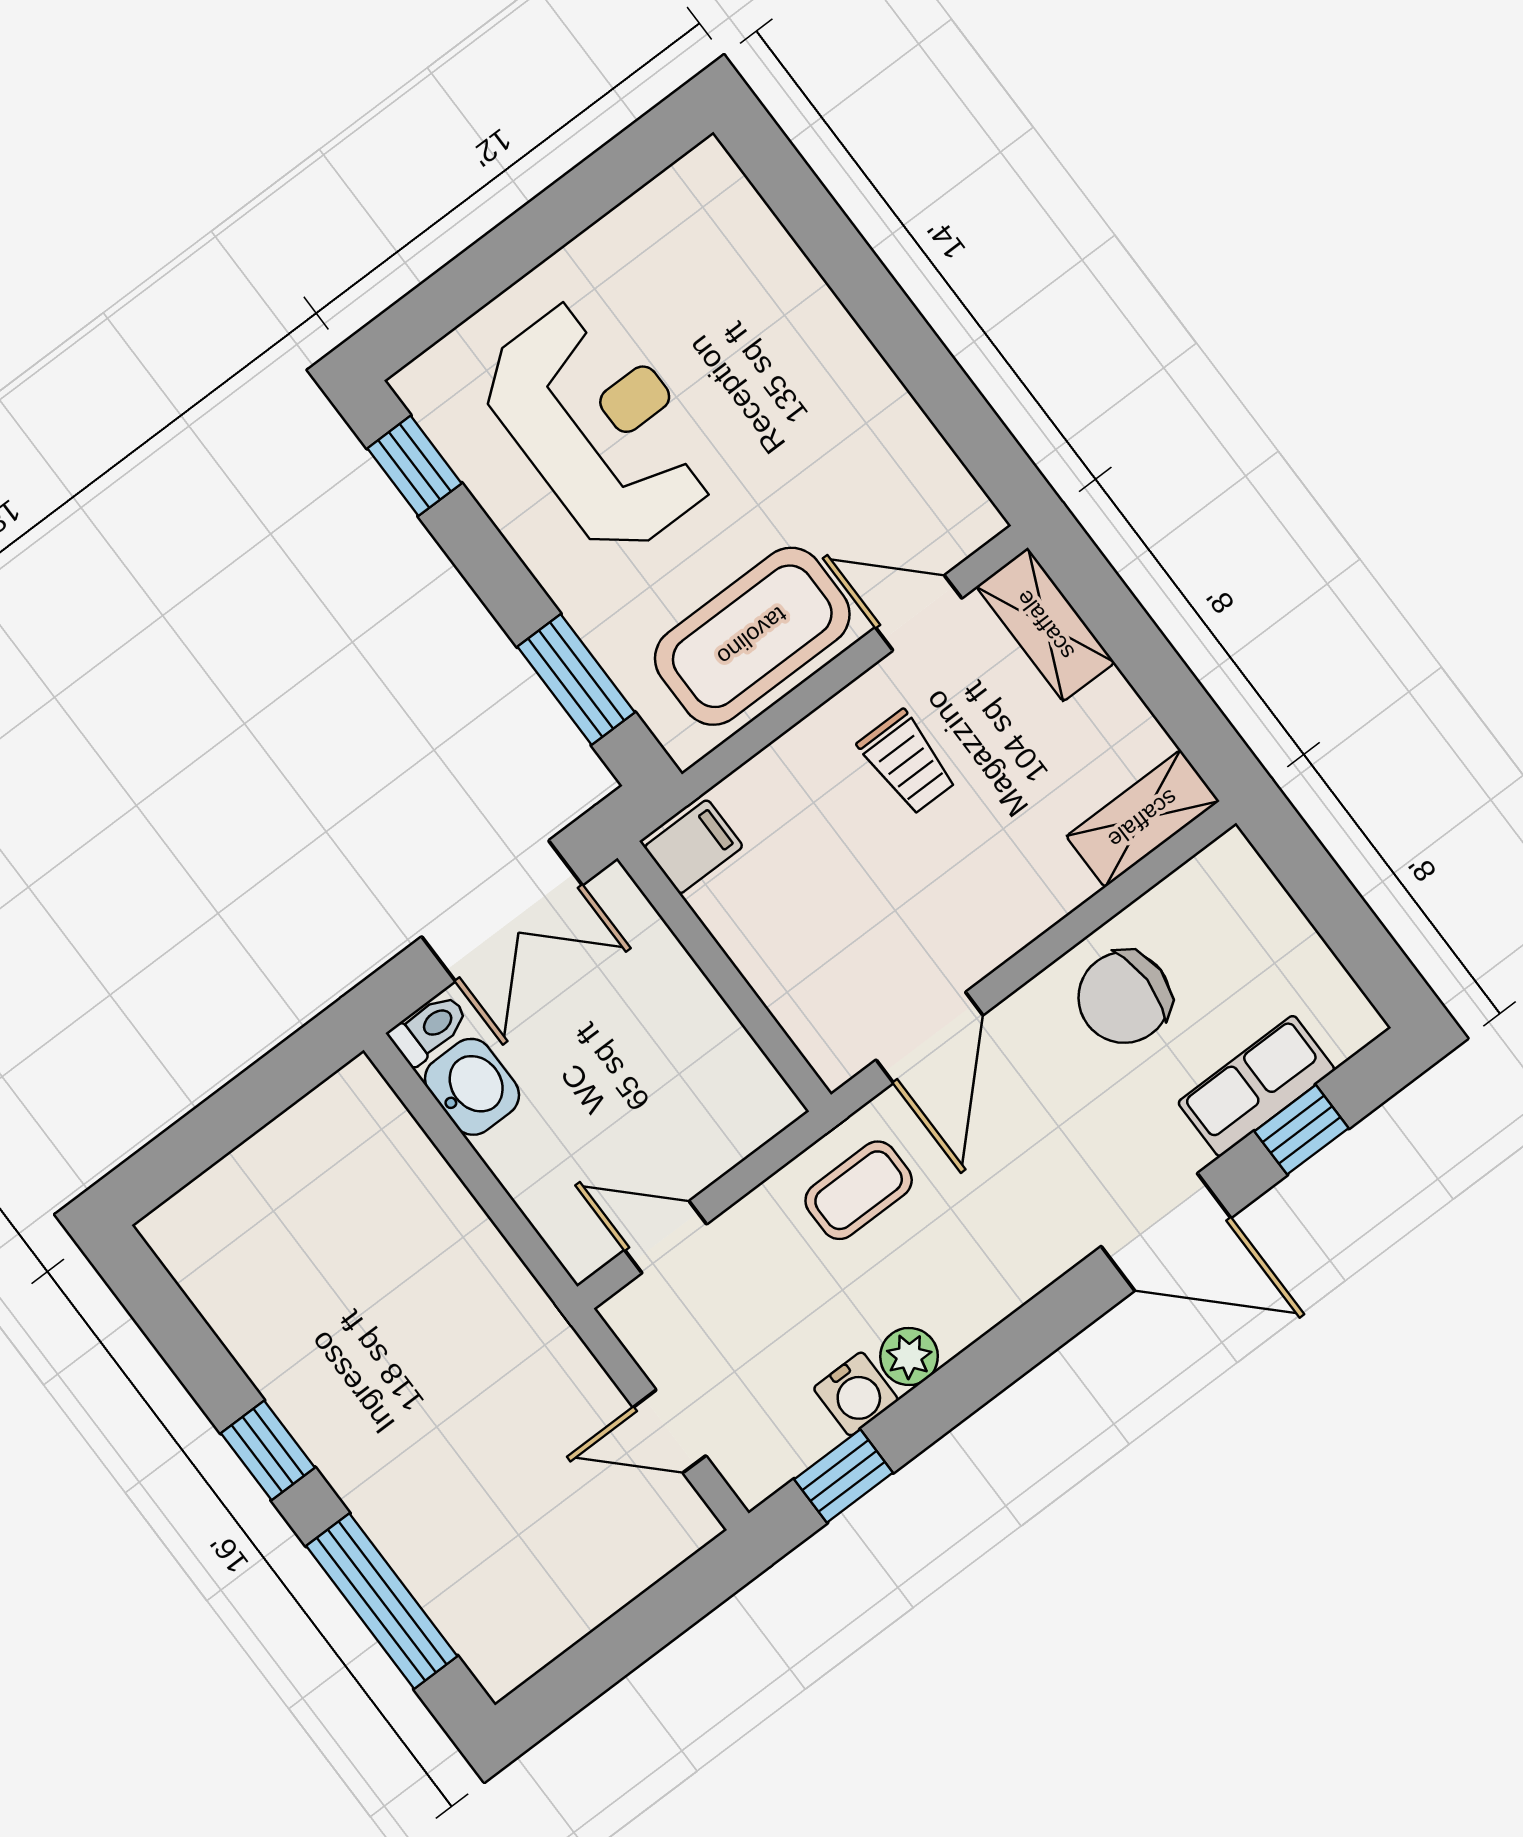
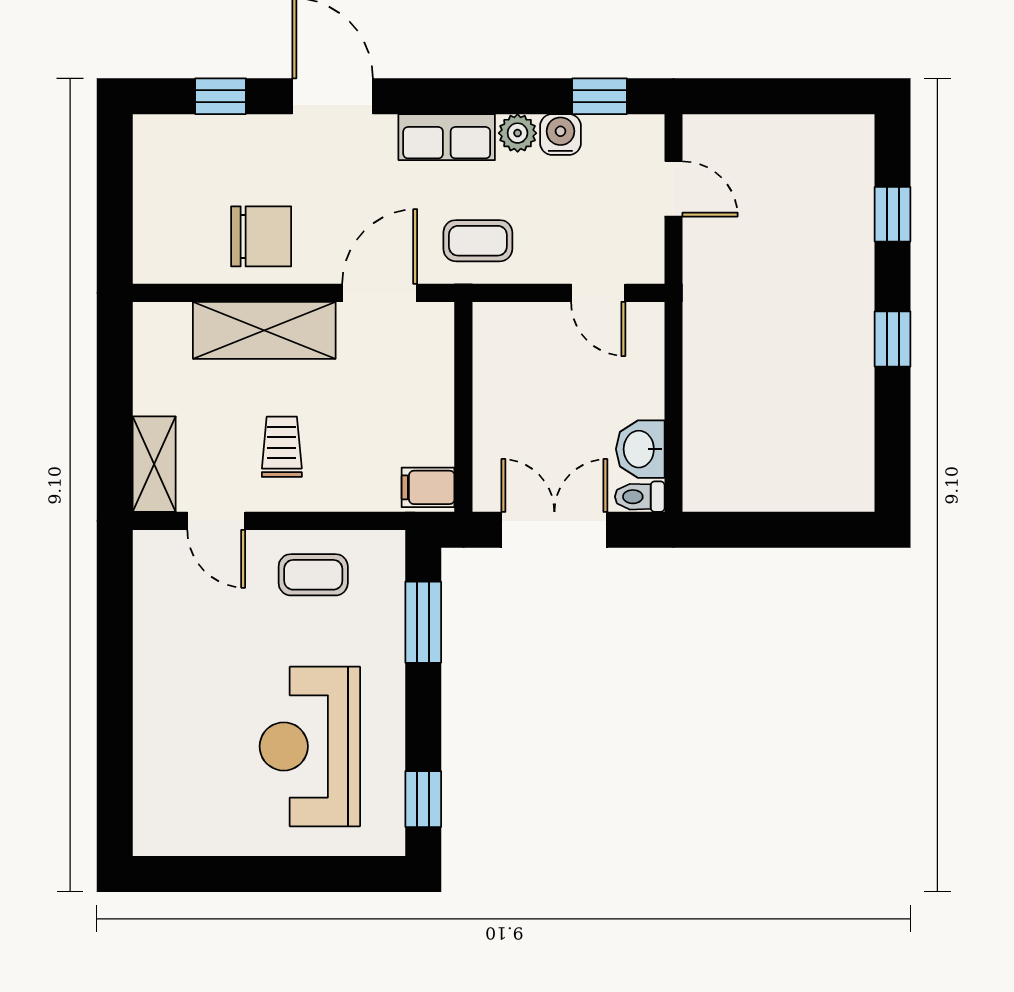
coffee table: (752, 636) -> (313, 575), width x0.54, depth x0.58
shelving: (1143, 819) -> (264, 330), moved, width x1.50, depth x1.33
row of seats: (1256, 1086) -> (447, 137), moved
window: (382, 1601) -> (893, 214), width x0.46

